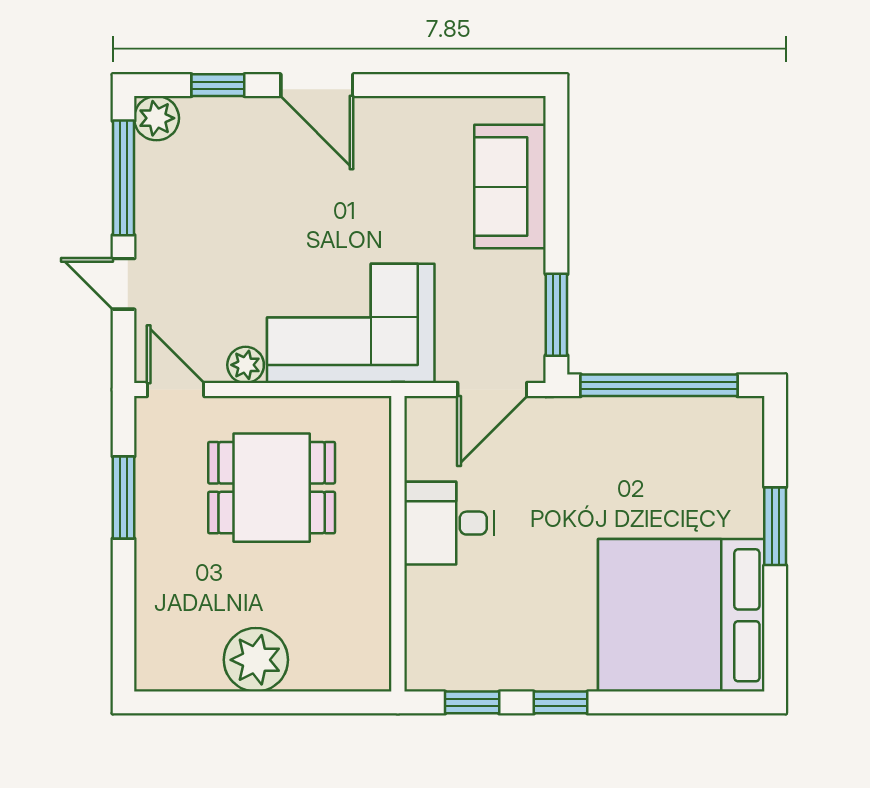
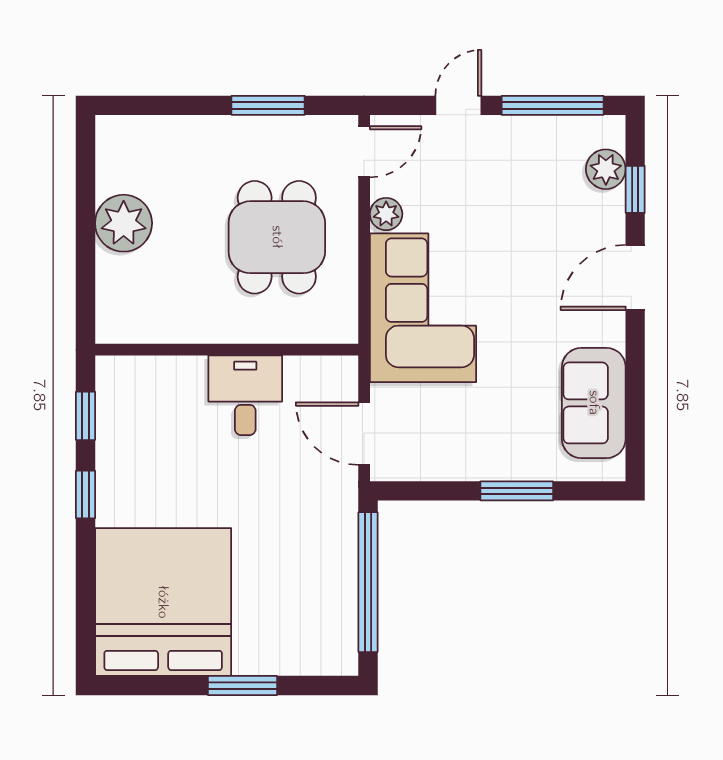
plant: (157, 118) -> (606, 169), moved
sofa: (510, 187) -> (594, 403), moved, turned -90
window: (556, 315) -> (517, 491), moved

